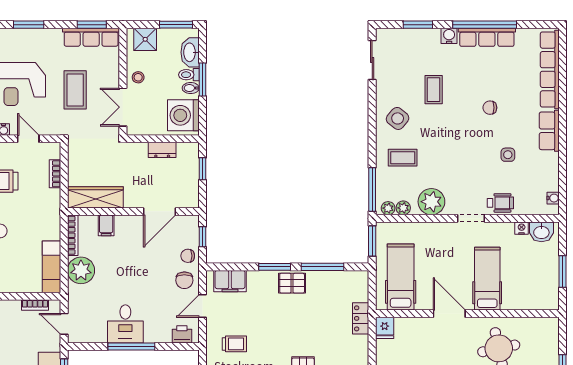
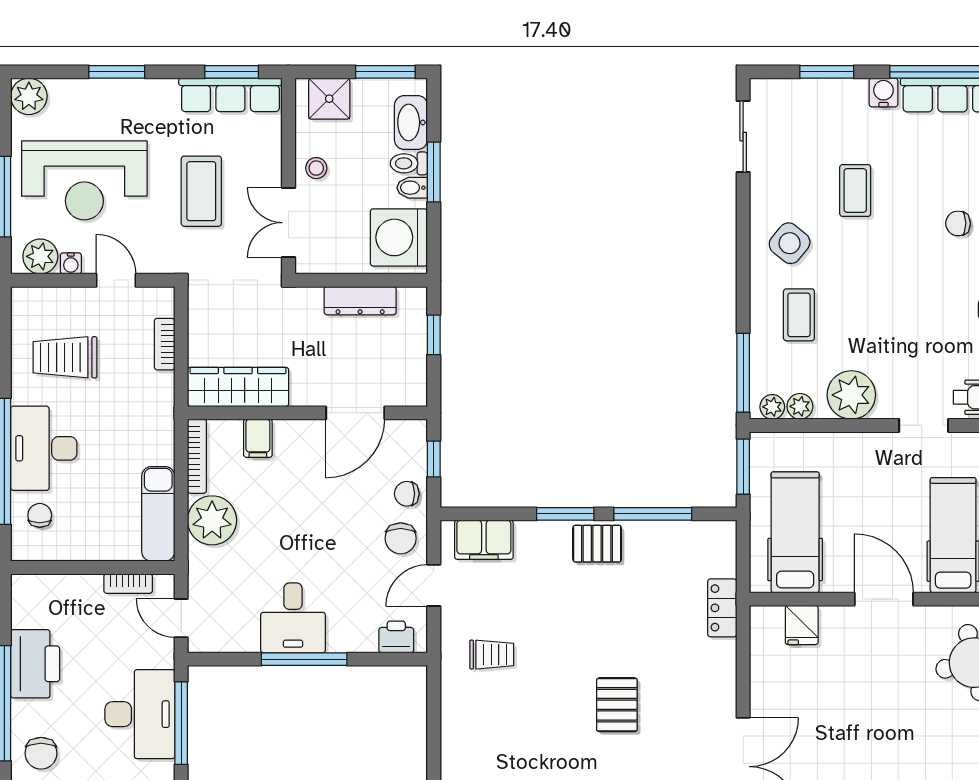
dresser: (162, 150) -> (360, 301), width x1.44
coffee table: (403, 158) -> (799, 315), turned 90
fridge: (385, 328) -> (802, 625), moved

